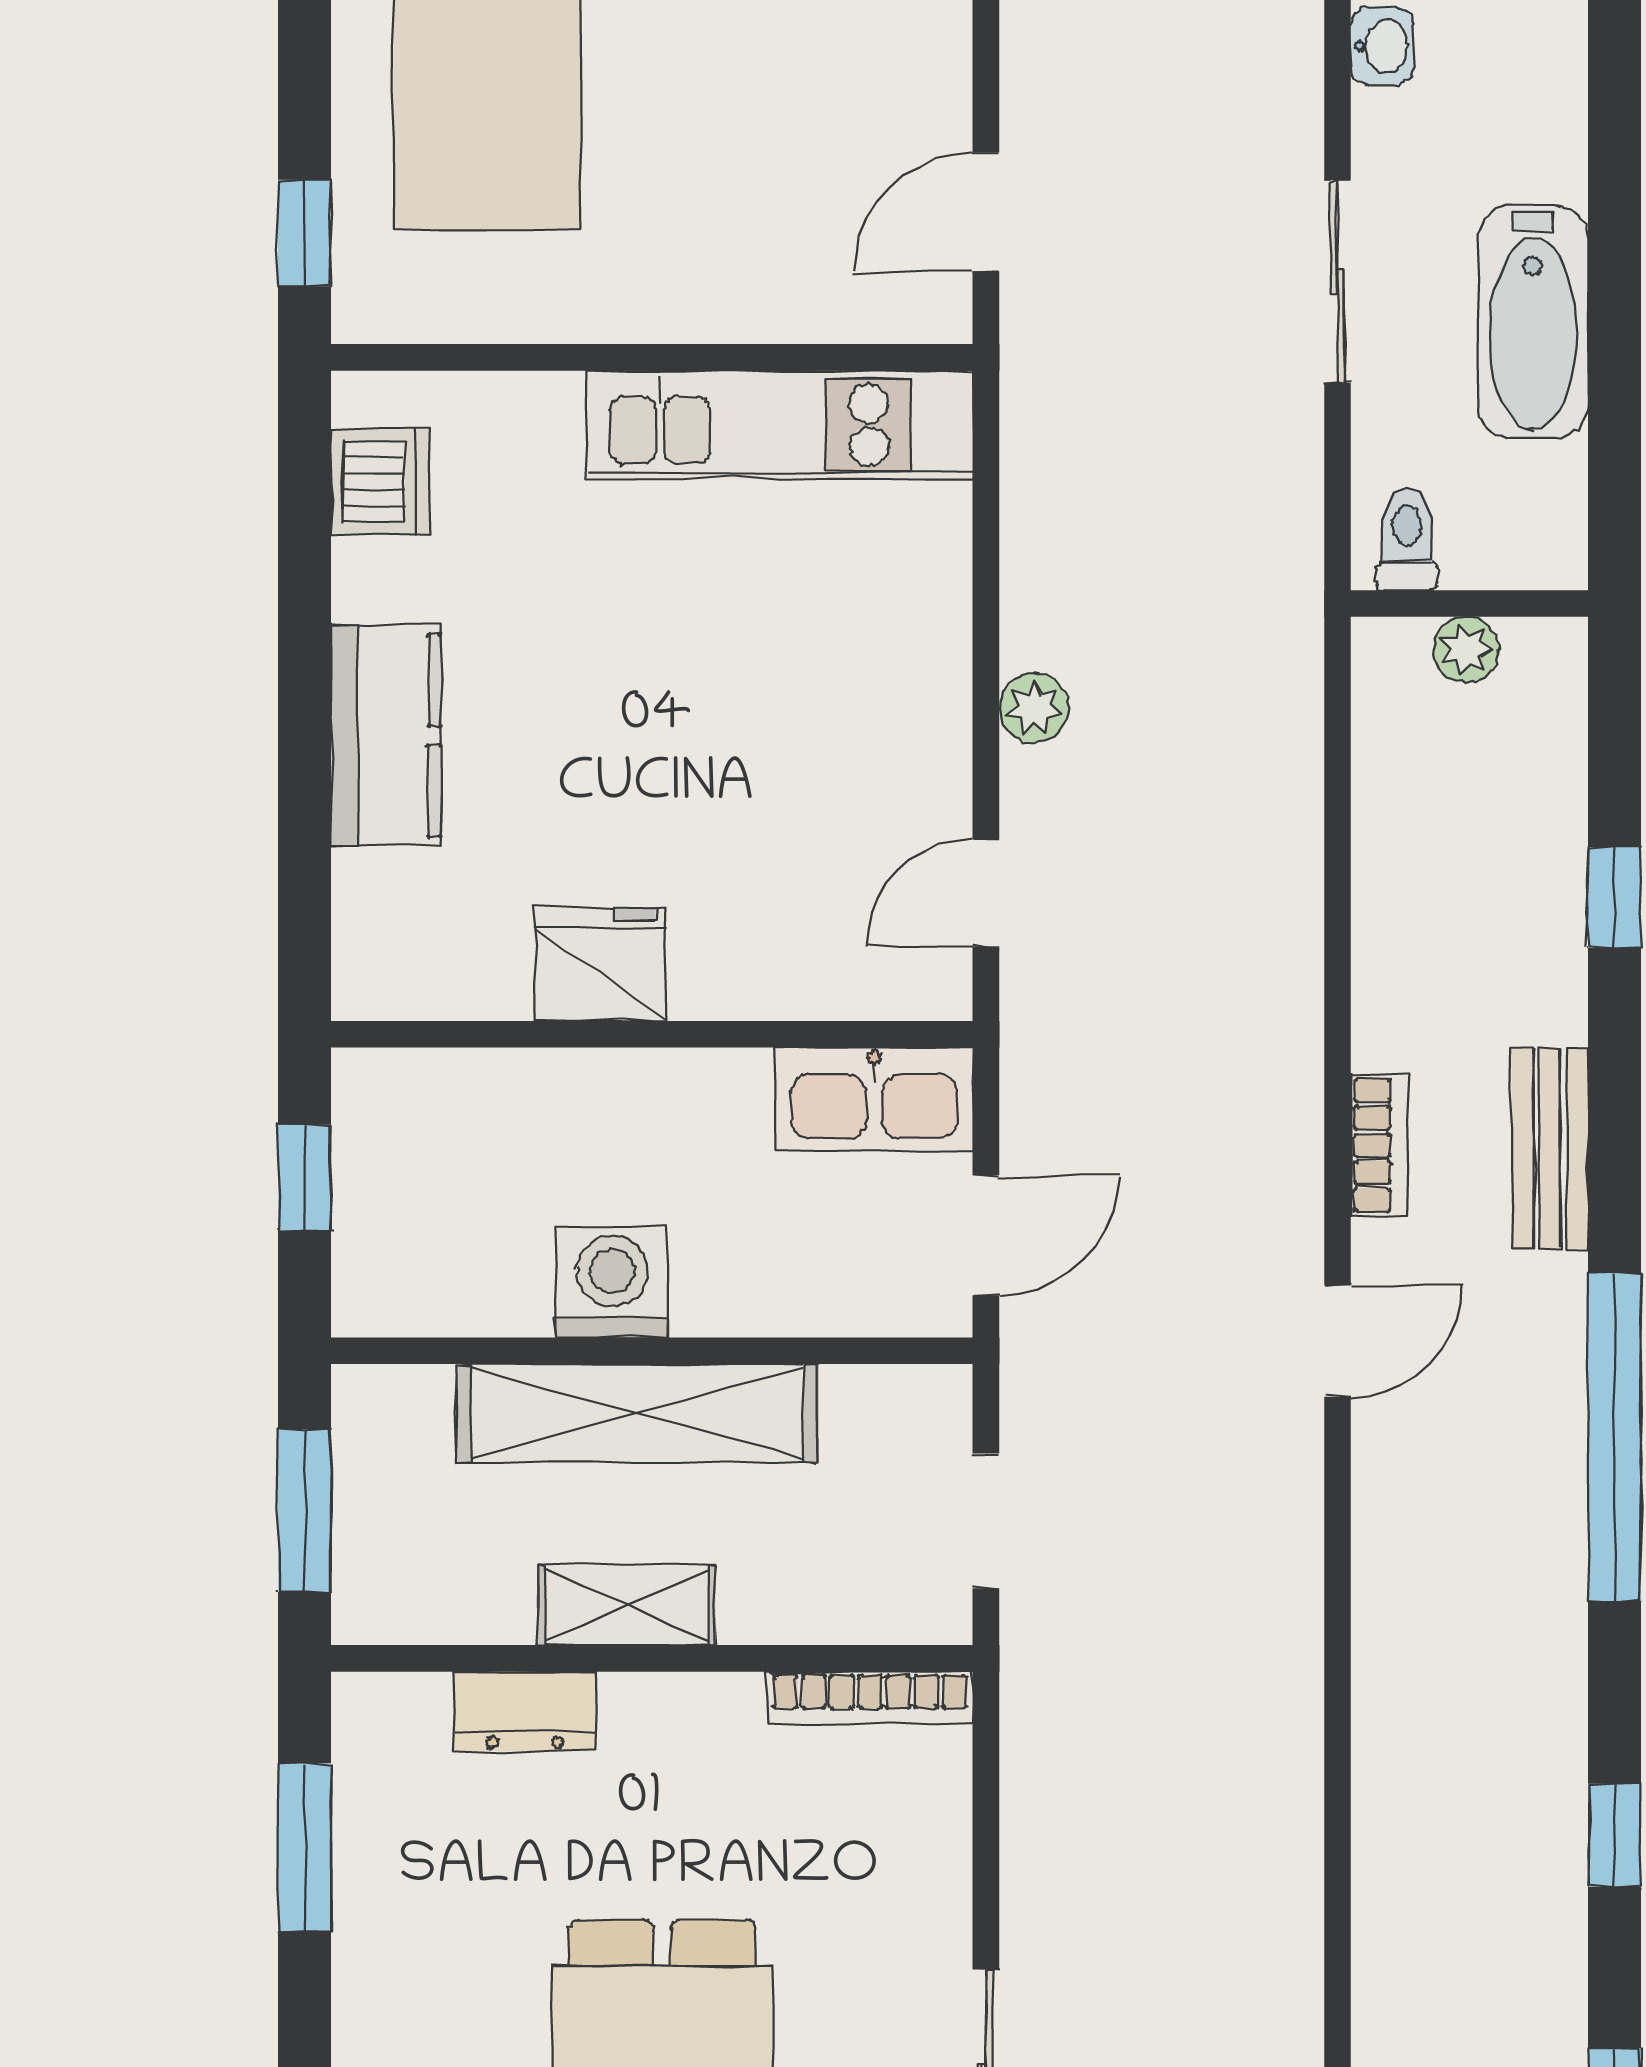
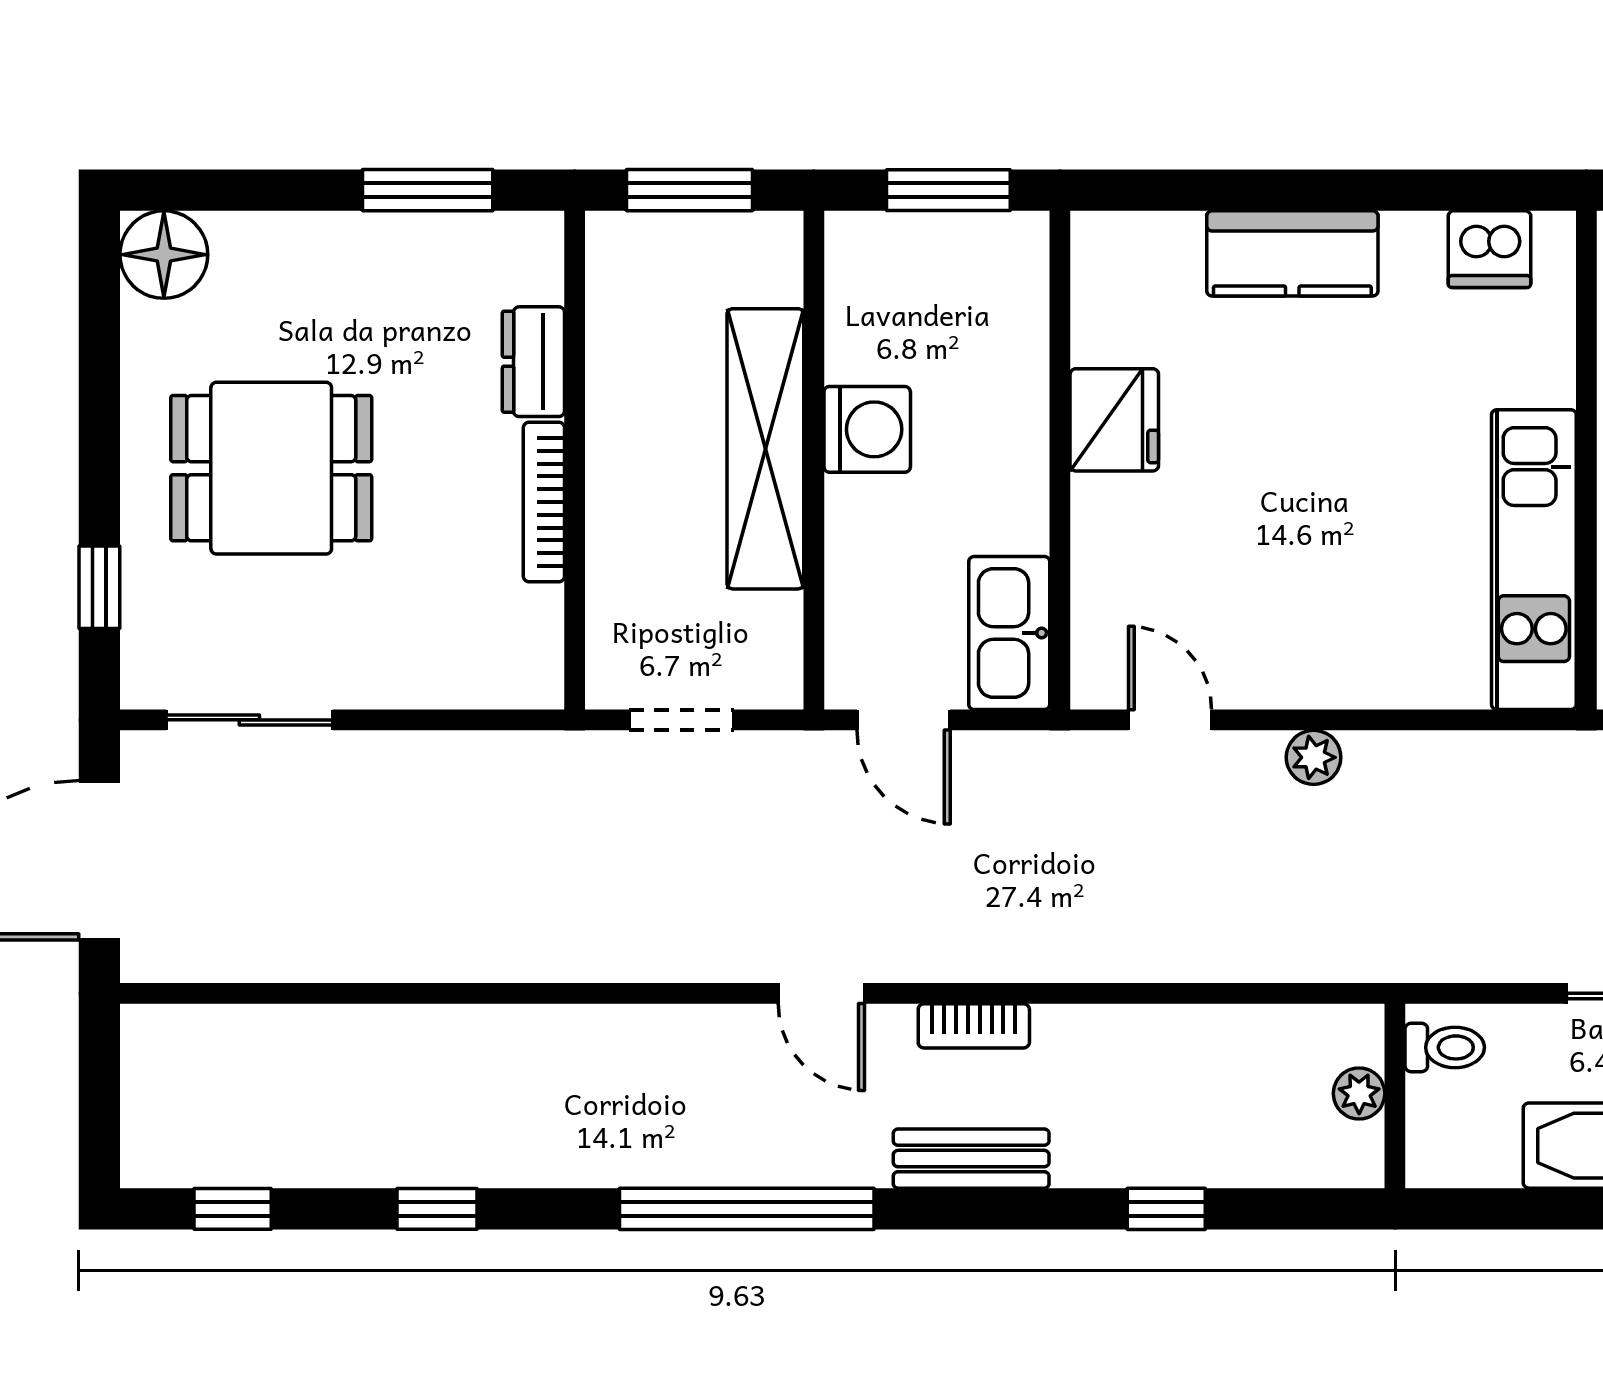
window: (305, 1178) -> (948, 190), width x1.50
shelving: (627, 1605) -> (616, 441), removed
bookcase: (870, 1698) -> (544, 502), moved

